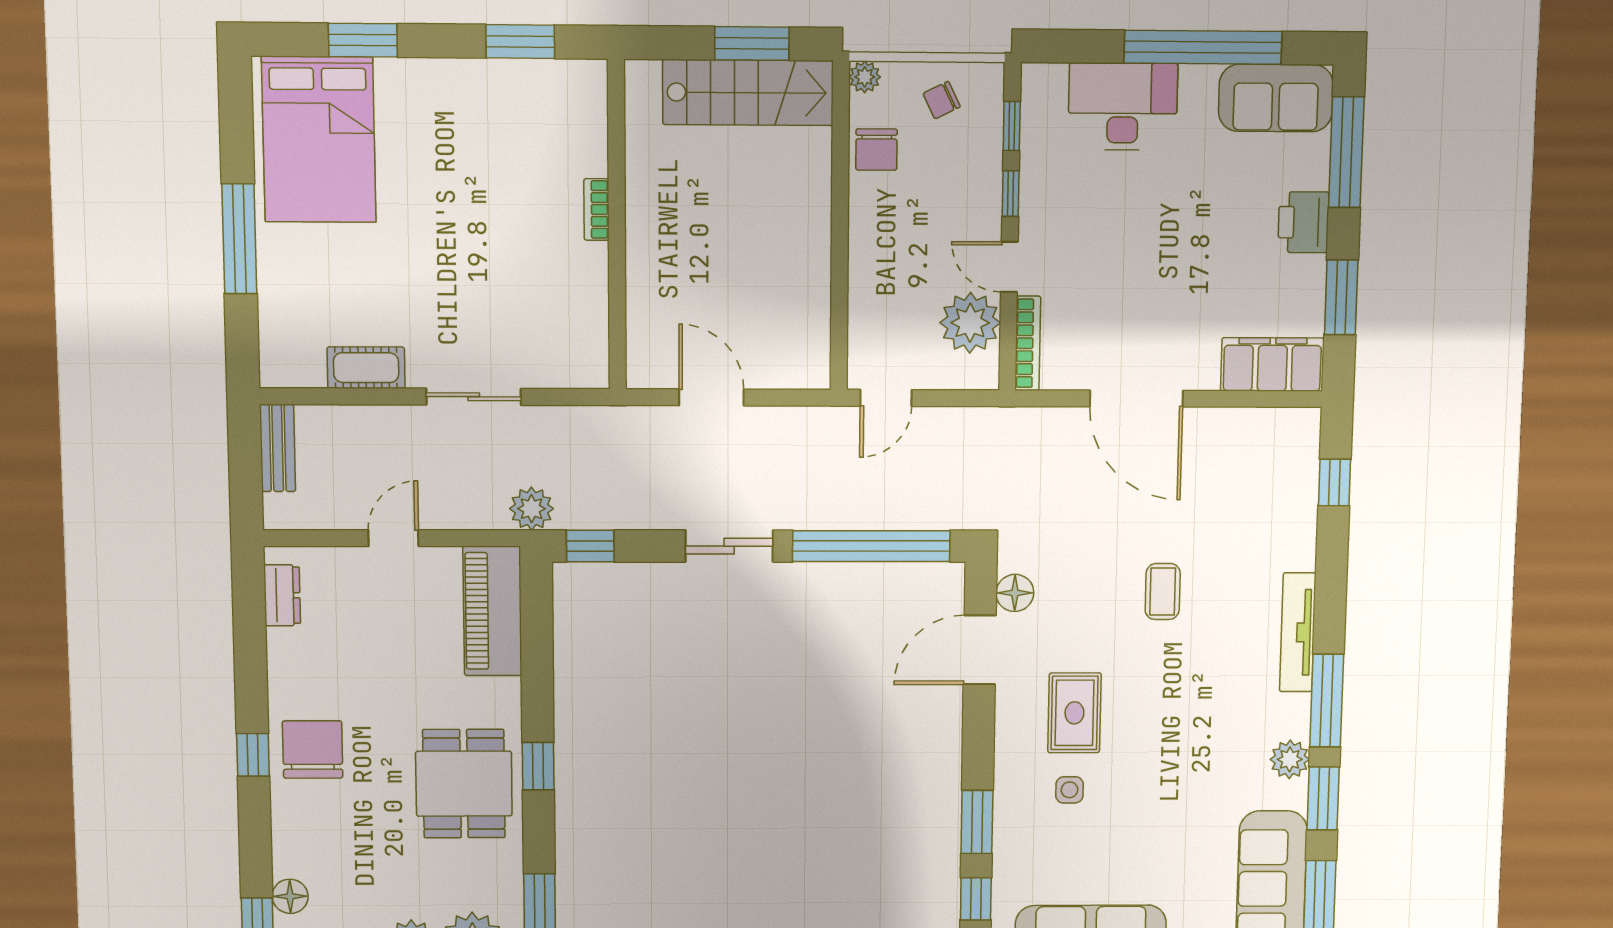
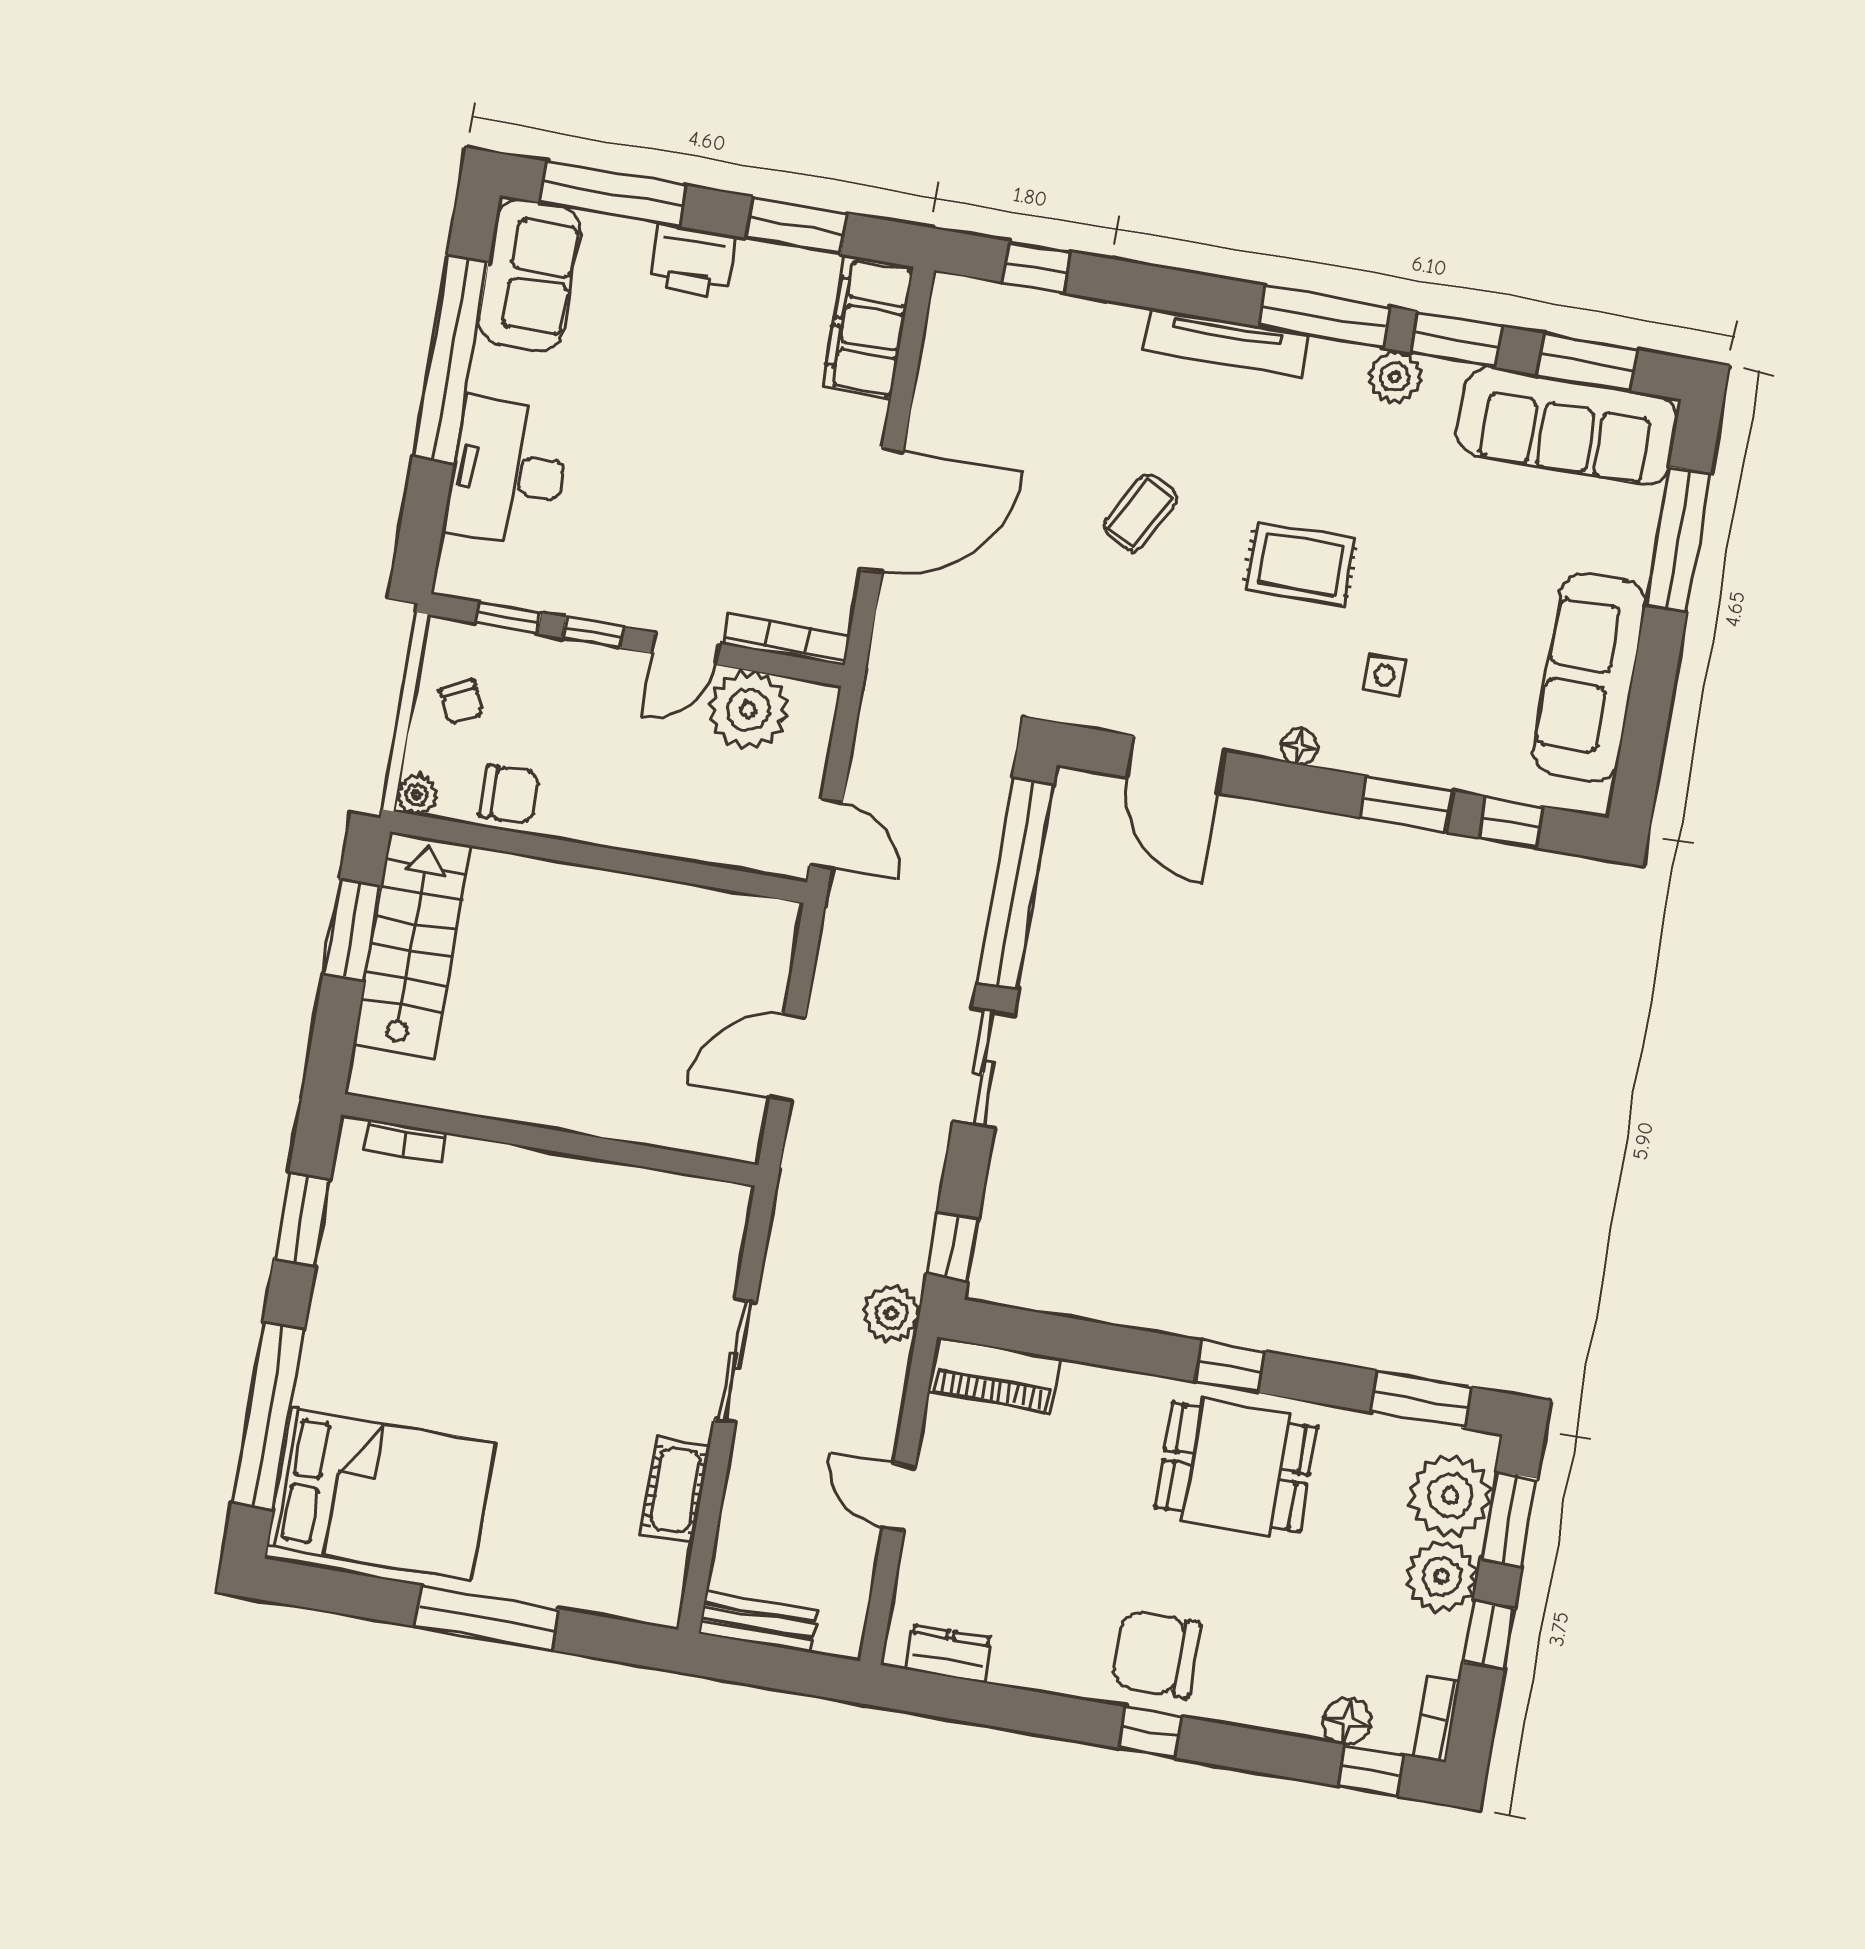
window: (363, 40) -> (268, 1416), width x2.11
bookcase: (596, 209) -> (405, 1141), moved
coffee table: (1163, 591) -> (1141, 513), turned -61
floor lamp: (1015, 593) -> (1300, 746), moved, width x0.73, depth x0.73
piano: (492, 611) -> (994, 1375), width x0.73, depth x0.75
rug: (1074, 713) -> (1300, 564), moved

